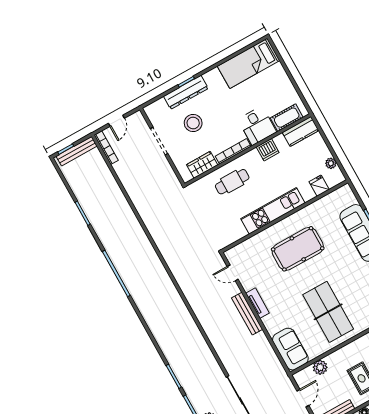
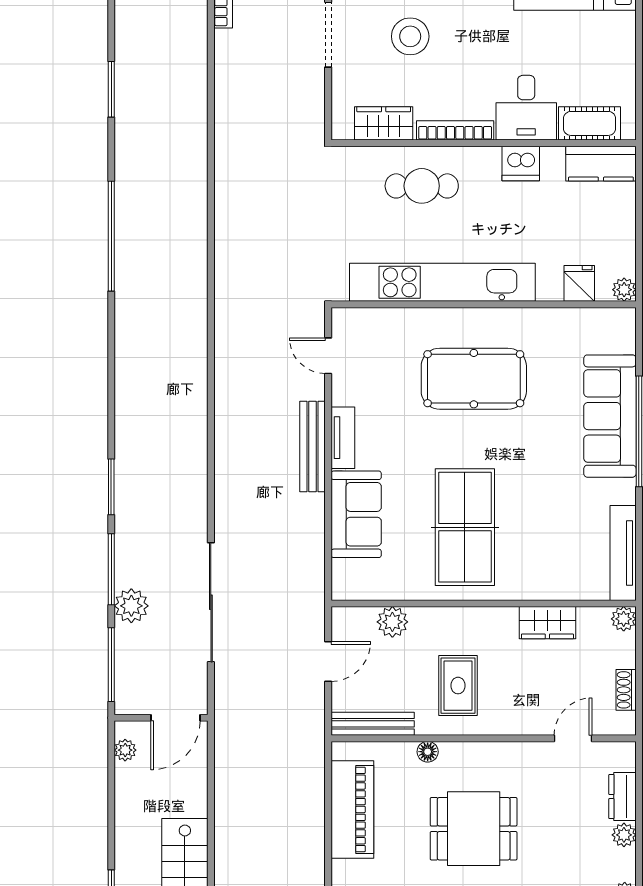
plant: (331, 163) -> (624, 290), moved
kitchen unit: (273, 211) -> (442, 282), width x1.36
sofa: (290, 349) -> (356, 514), moved

